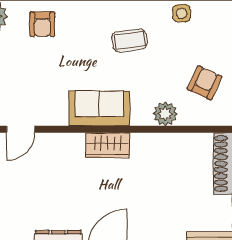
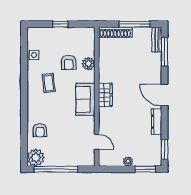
armchair: (42, 24) -> (40, 130), turned 90
armchair: (205, 83) -> (69, 62), moved, turned -115

